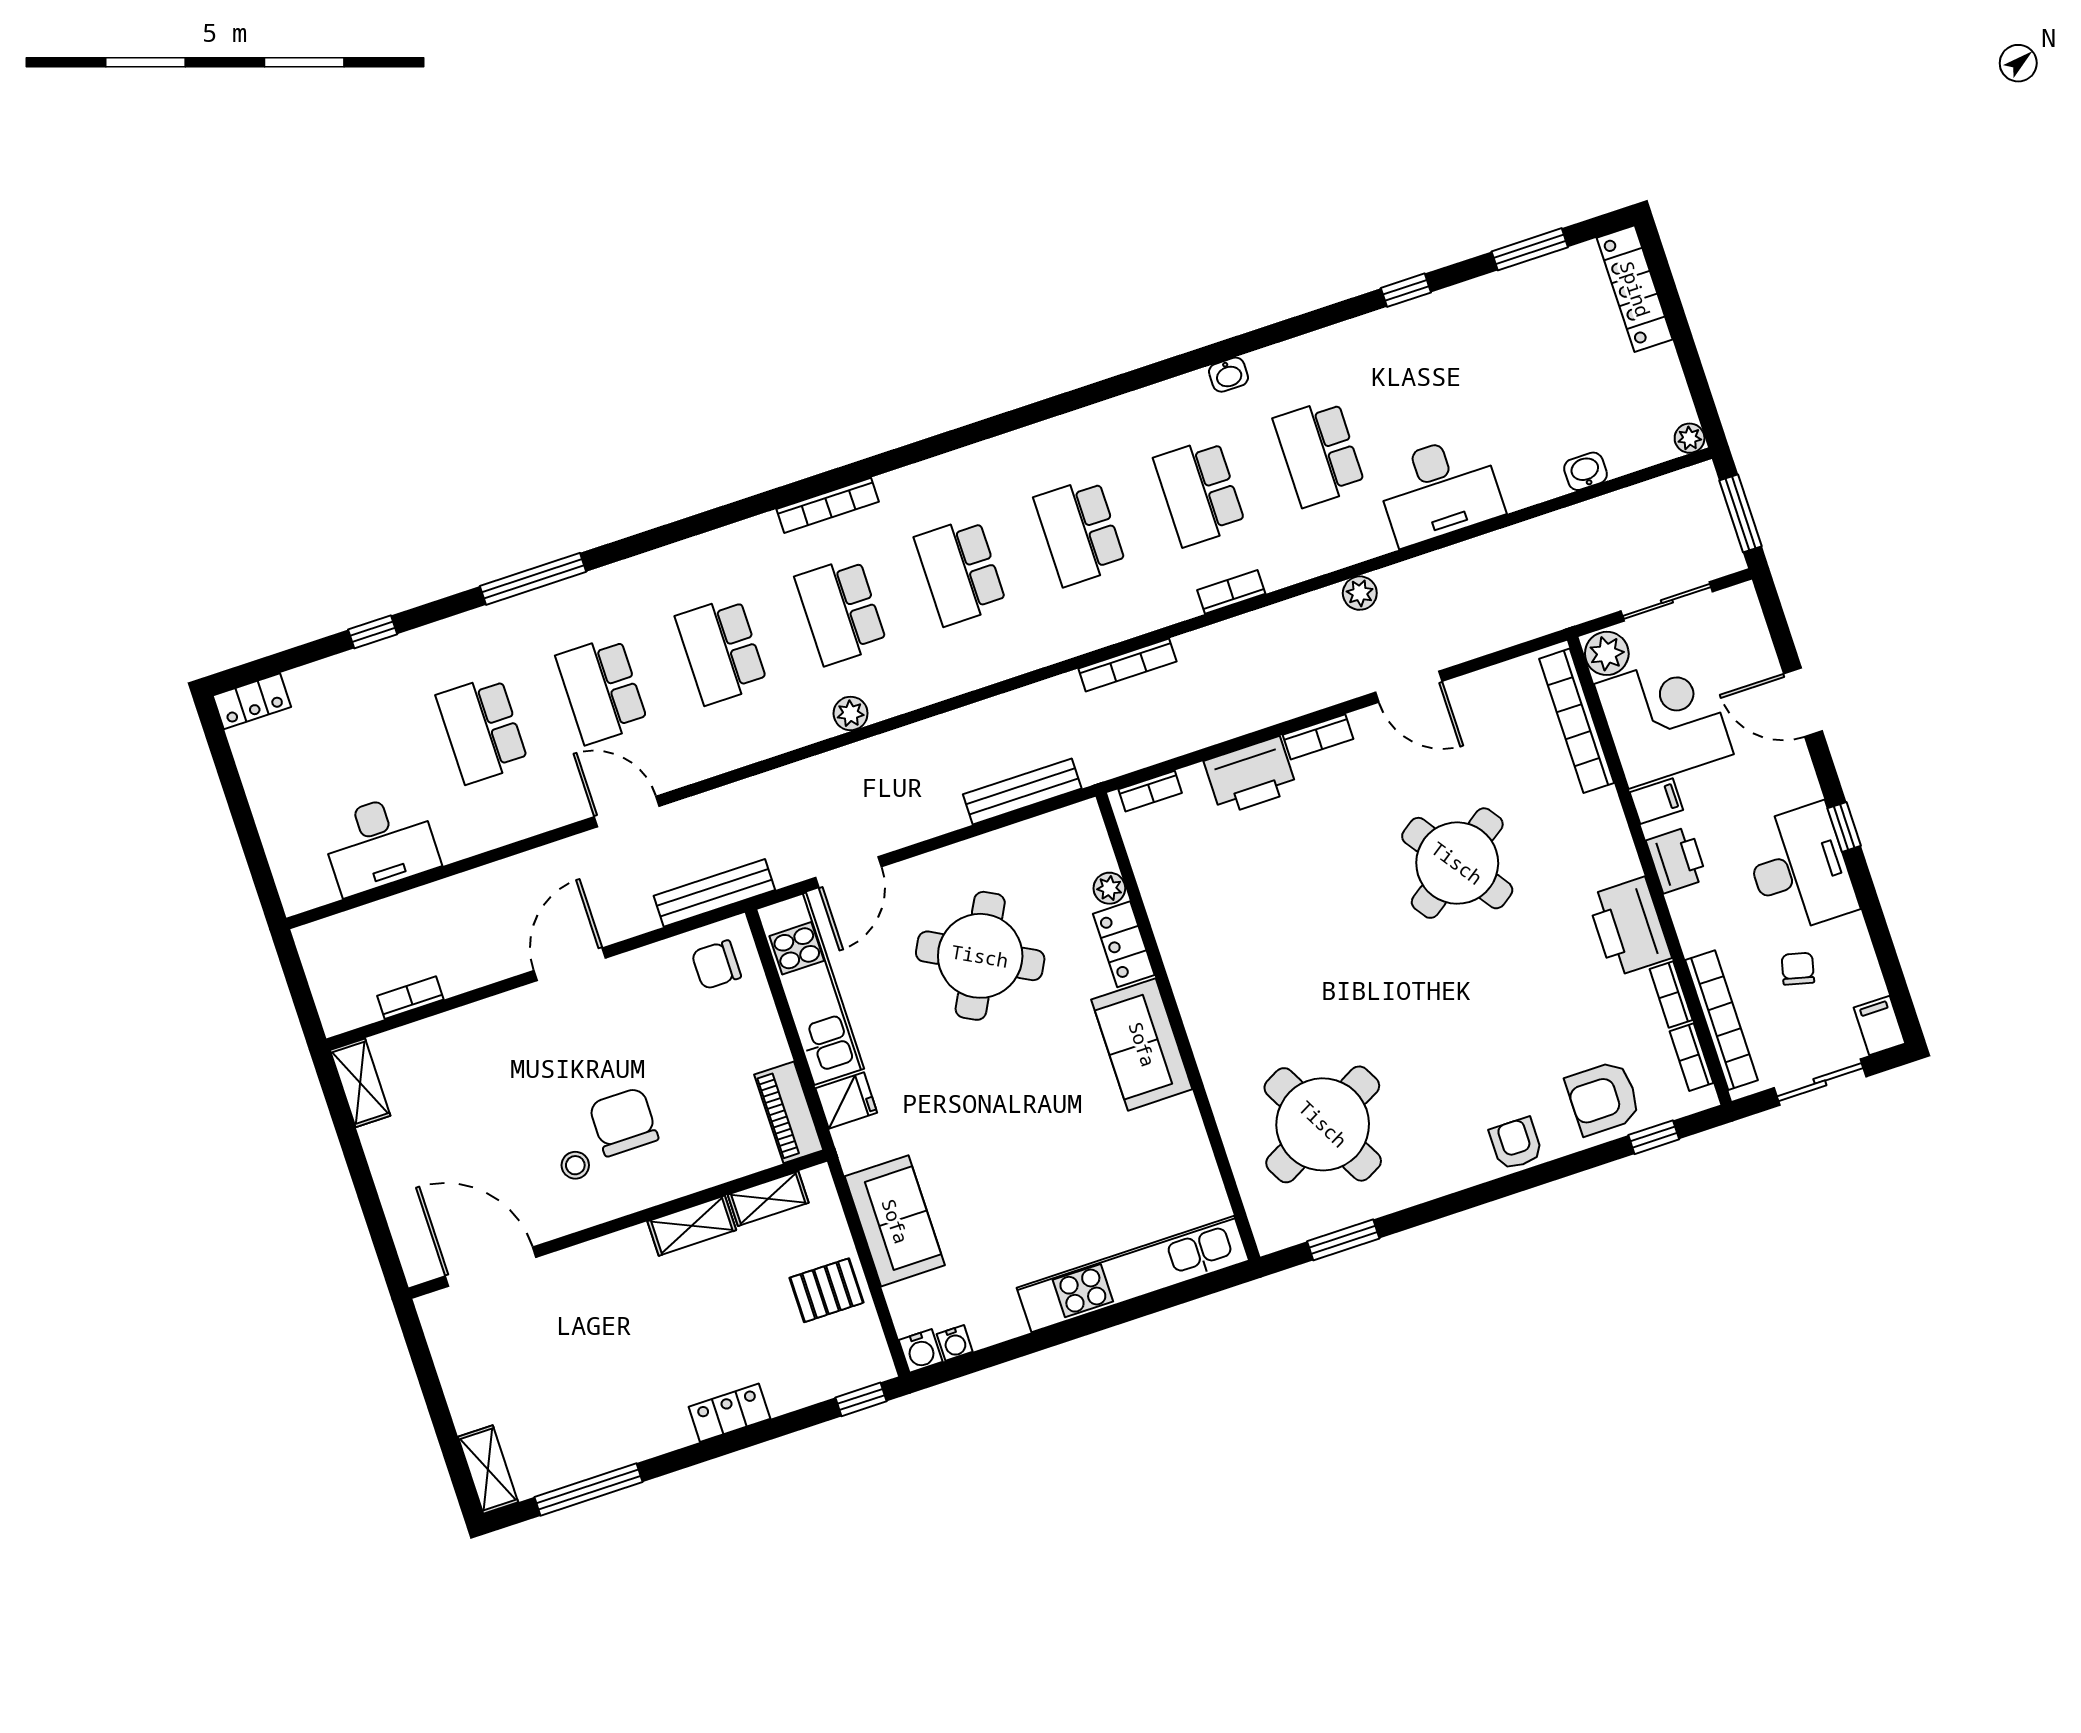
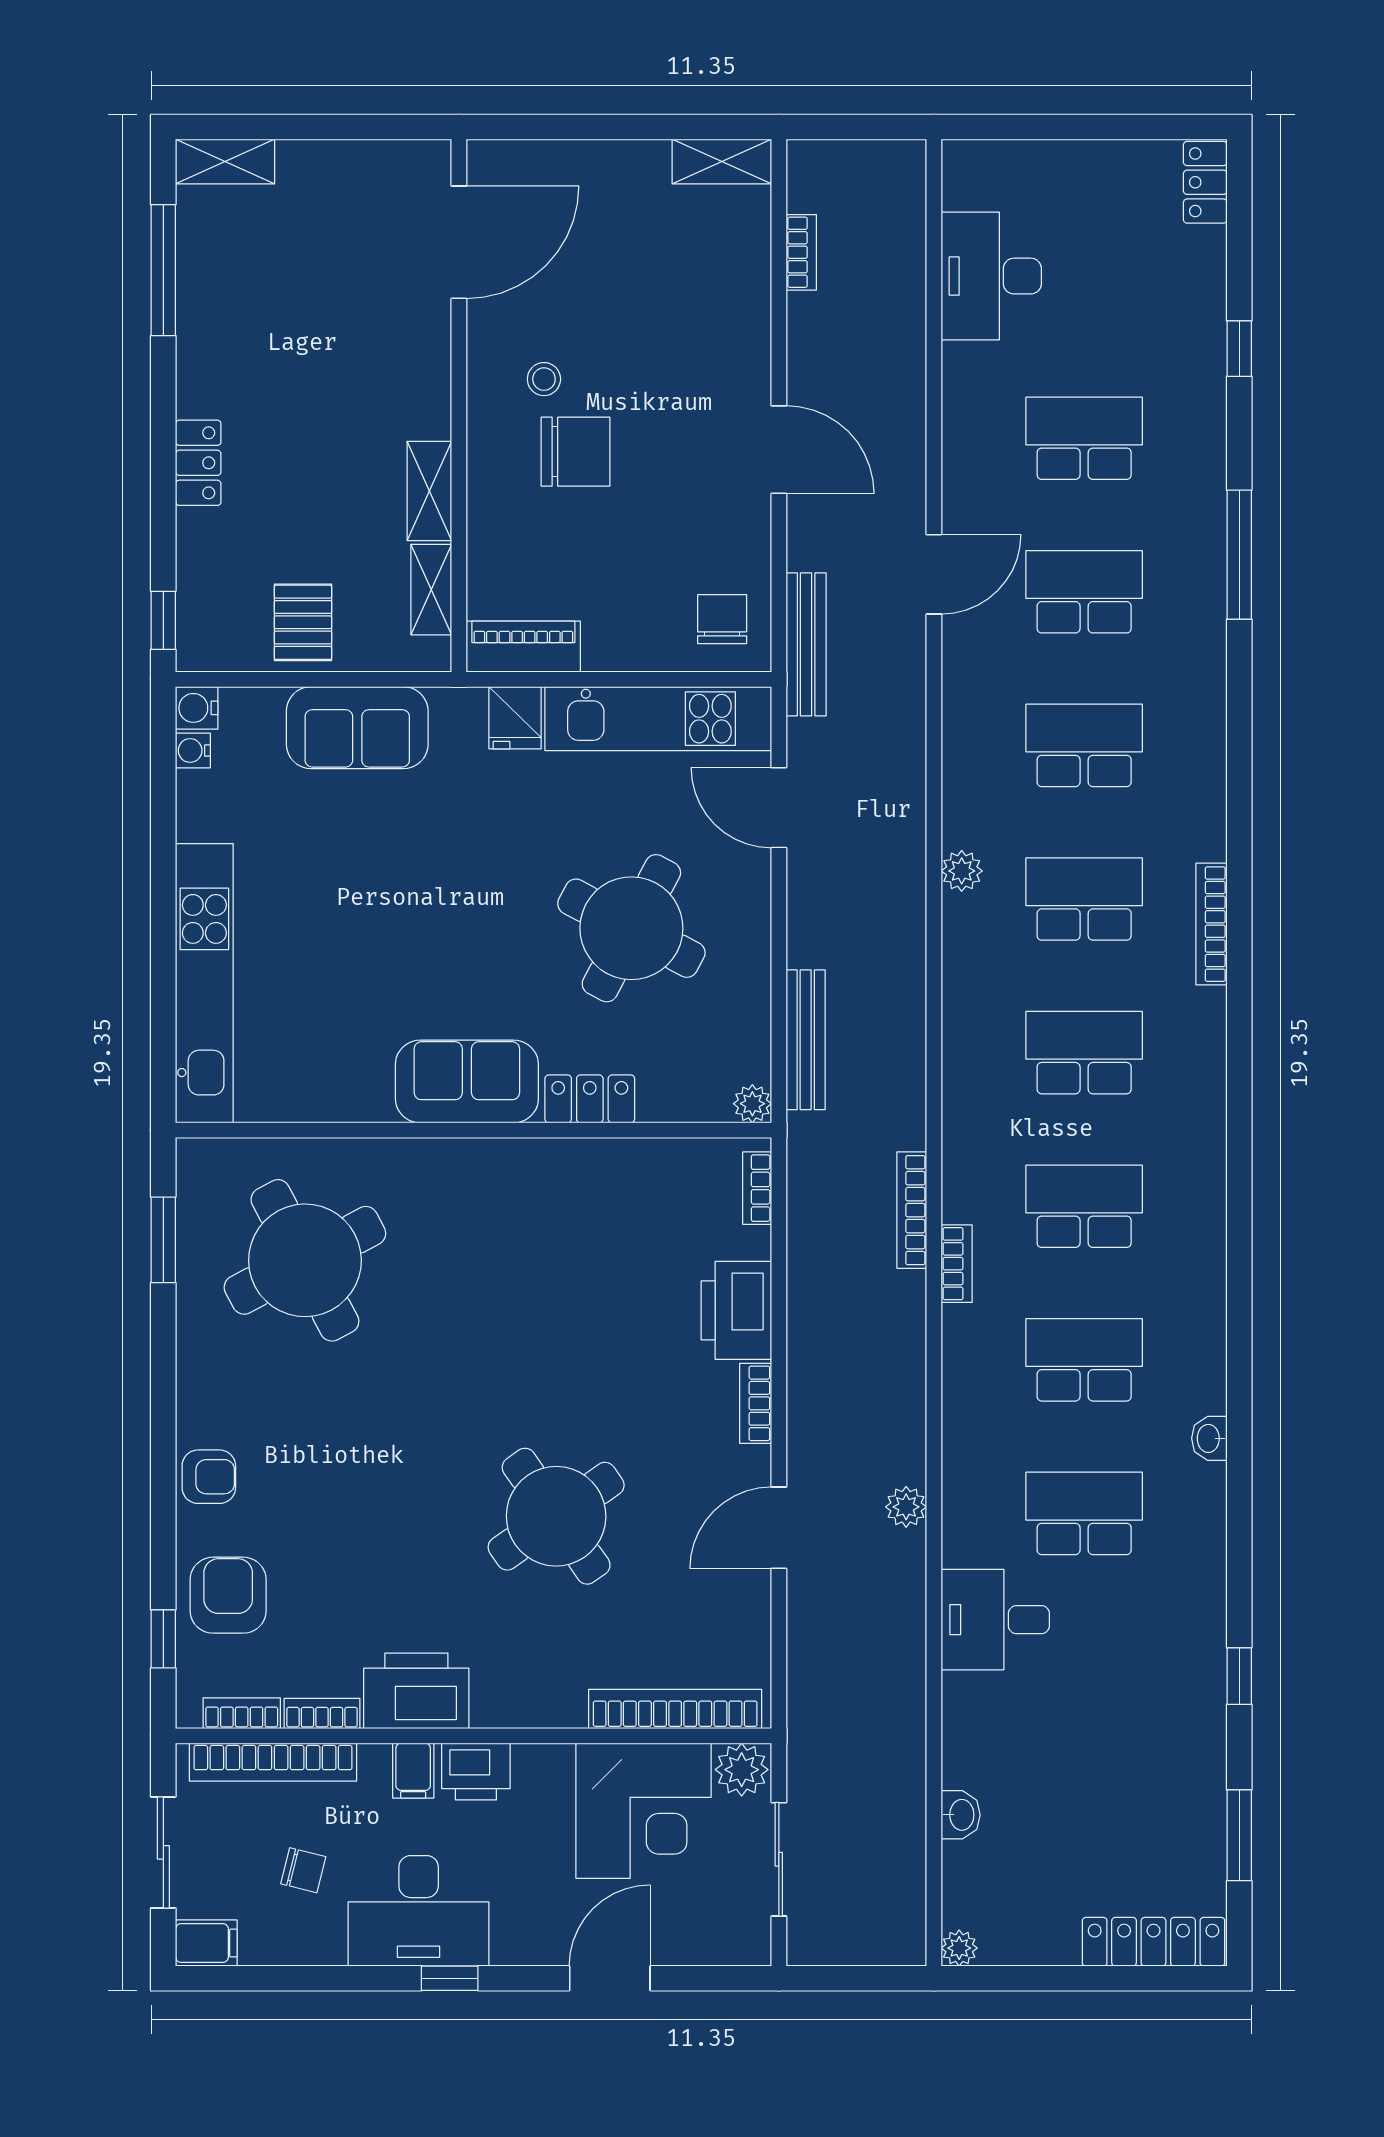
desk: (1439, 490) -> (995, 1620), width x0.73
window: (1740, 513) -> (853, 1978), removed
bookcase: (1231, 592) -> (957, 1264), moved
filing cabinet: (1656, 801) -> (413, 1771), moved
plant: (1109, 888) -> (752, 1104), moved

